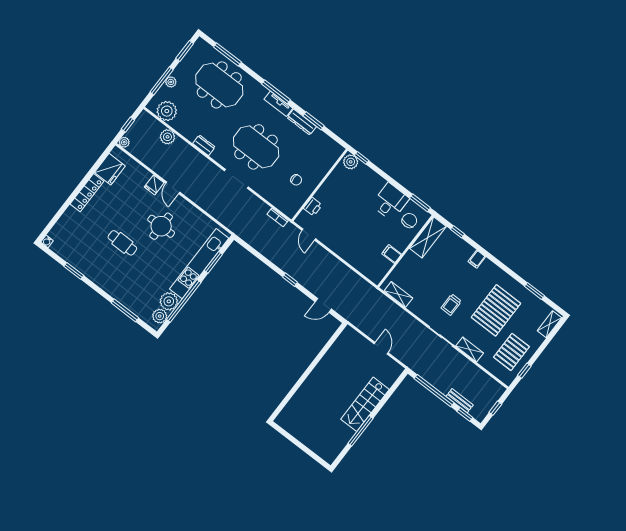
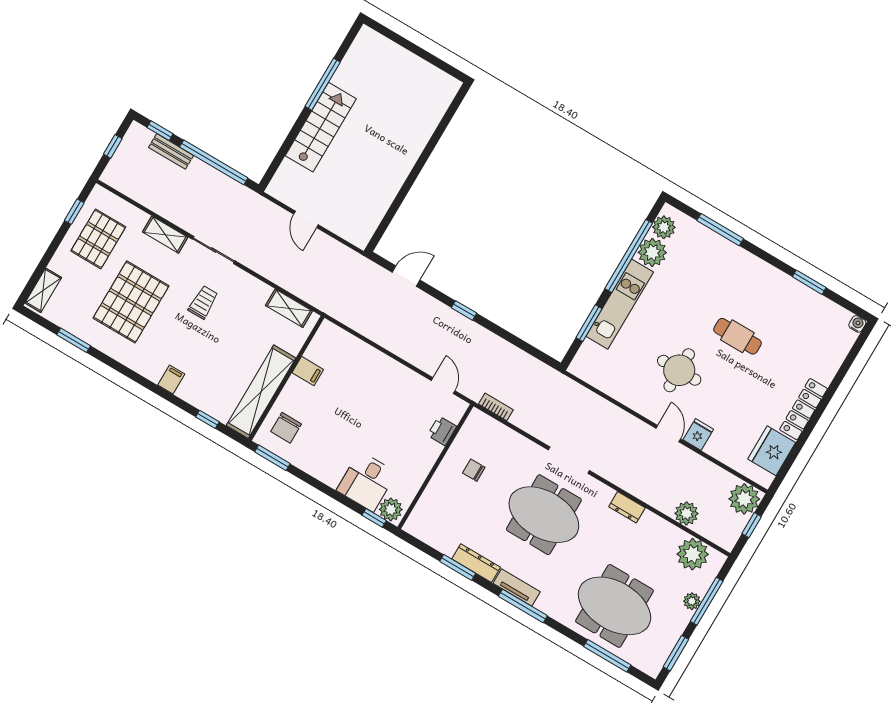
plant: (124, 142) -> (744, 499), width x1.87, depth x1.87
desk: (390, 202) -> (367, 481), moved
shelving: (428, 237) -> (261, 392), width x1.47
kitchen unit: (199, 264) -> (620, 304), width x0.73

